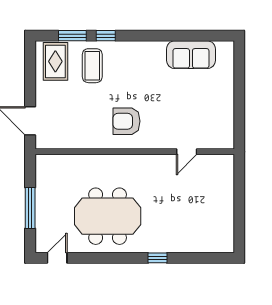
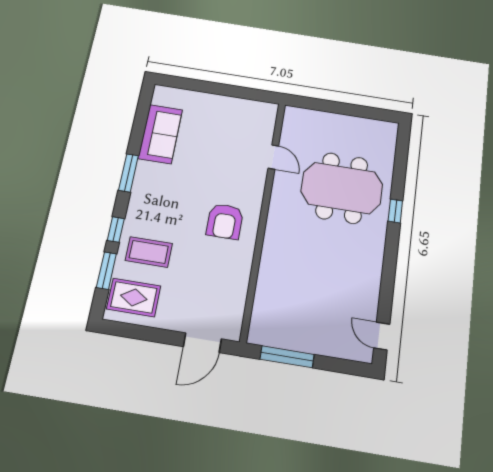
window: (153, 36) -> (129, 173), added
window: (30, 208) -> (287, 357), moved
meeting table: (108, 216) -> (342, 188), moved, turned 90

